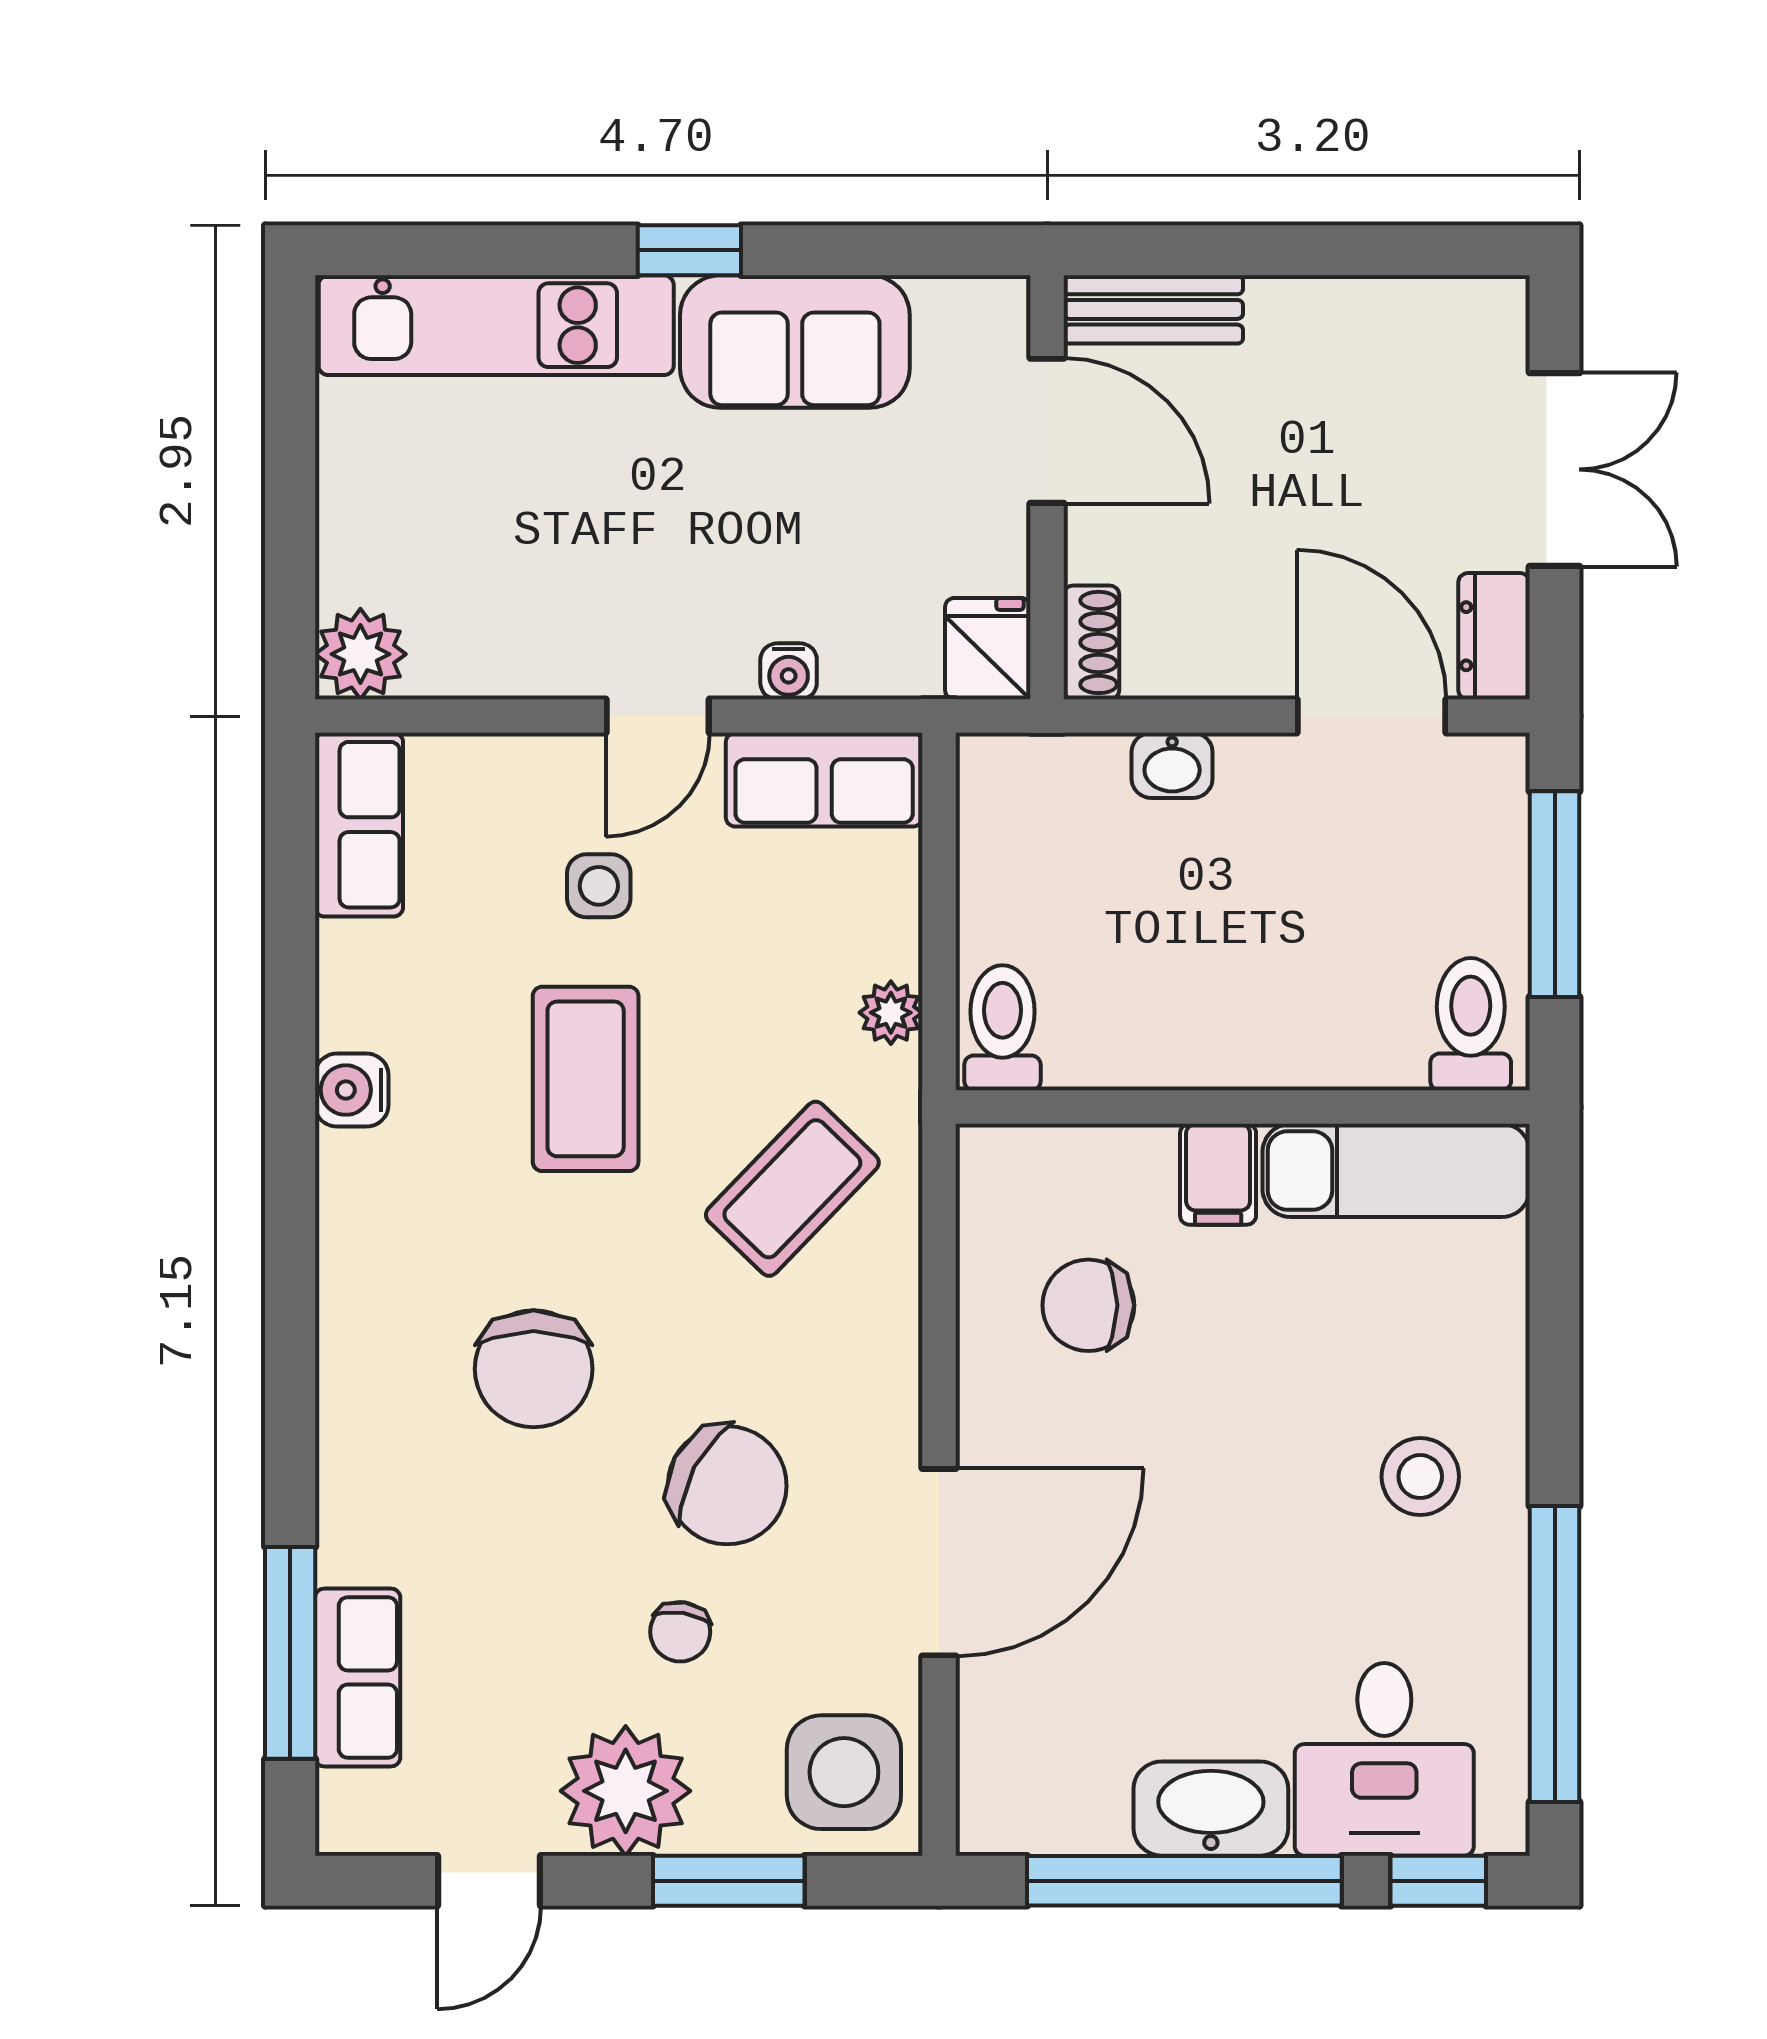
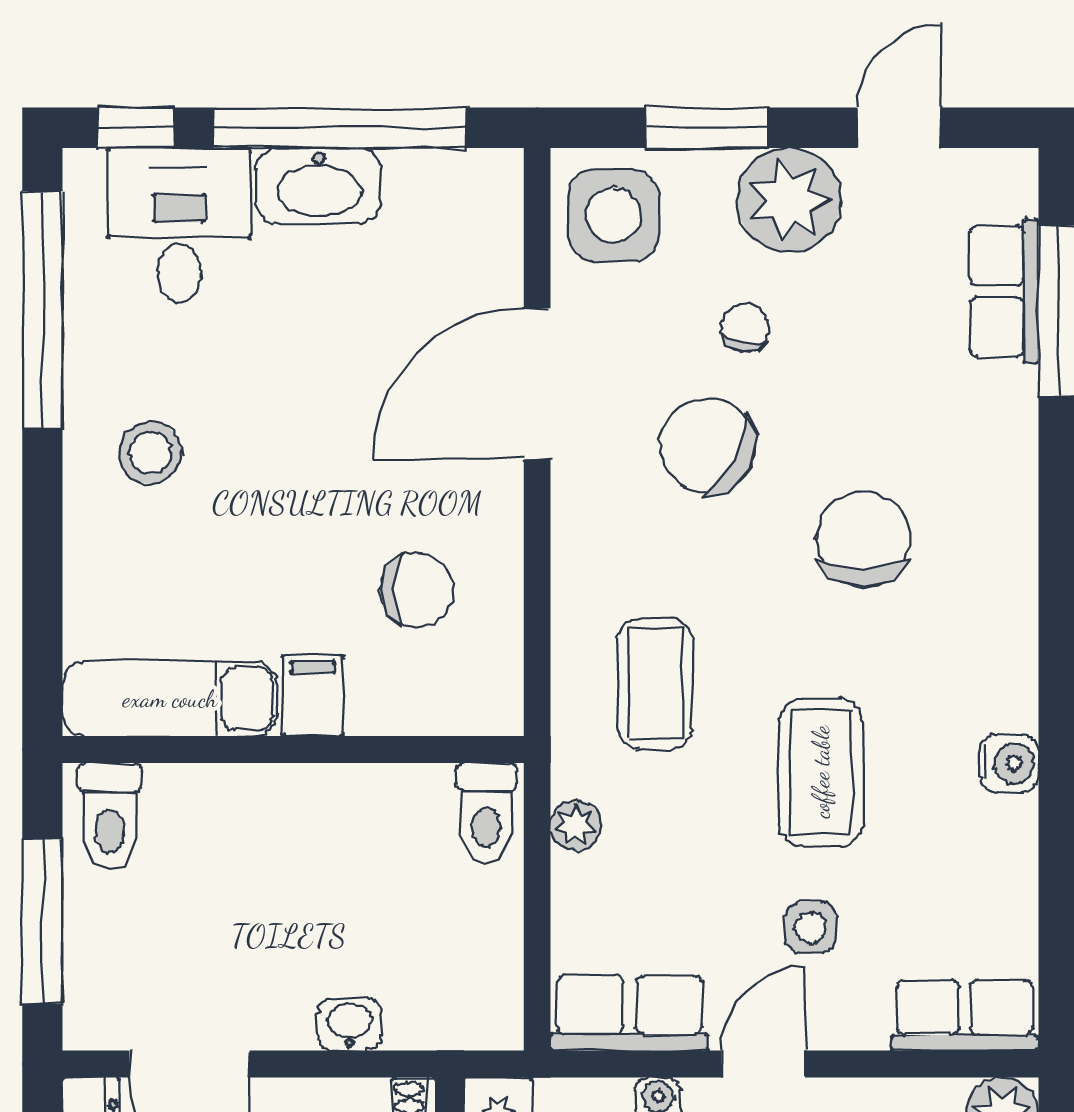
row of seats: (359, 825) -> (965, 1015), moved, turned 90
coffee table: (792, 1189) -> (655, 684), turned -44

